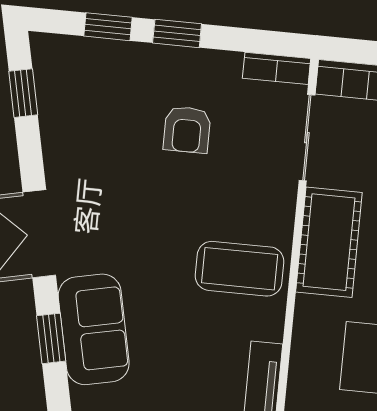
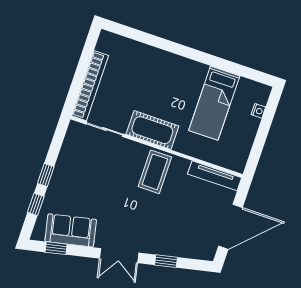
bookcase: (277, 68) -> (71, 135), removed
armchair: (187, 130) -> (89, 180), removed
sofa: (94, 329) -> (71, 230), moved

